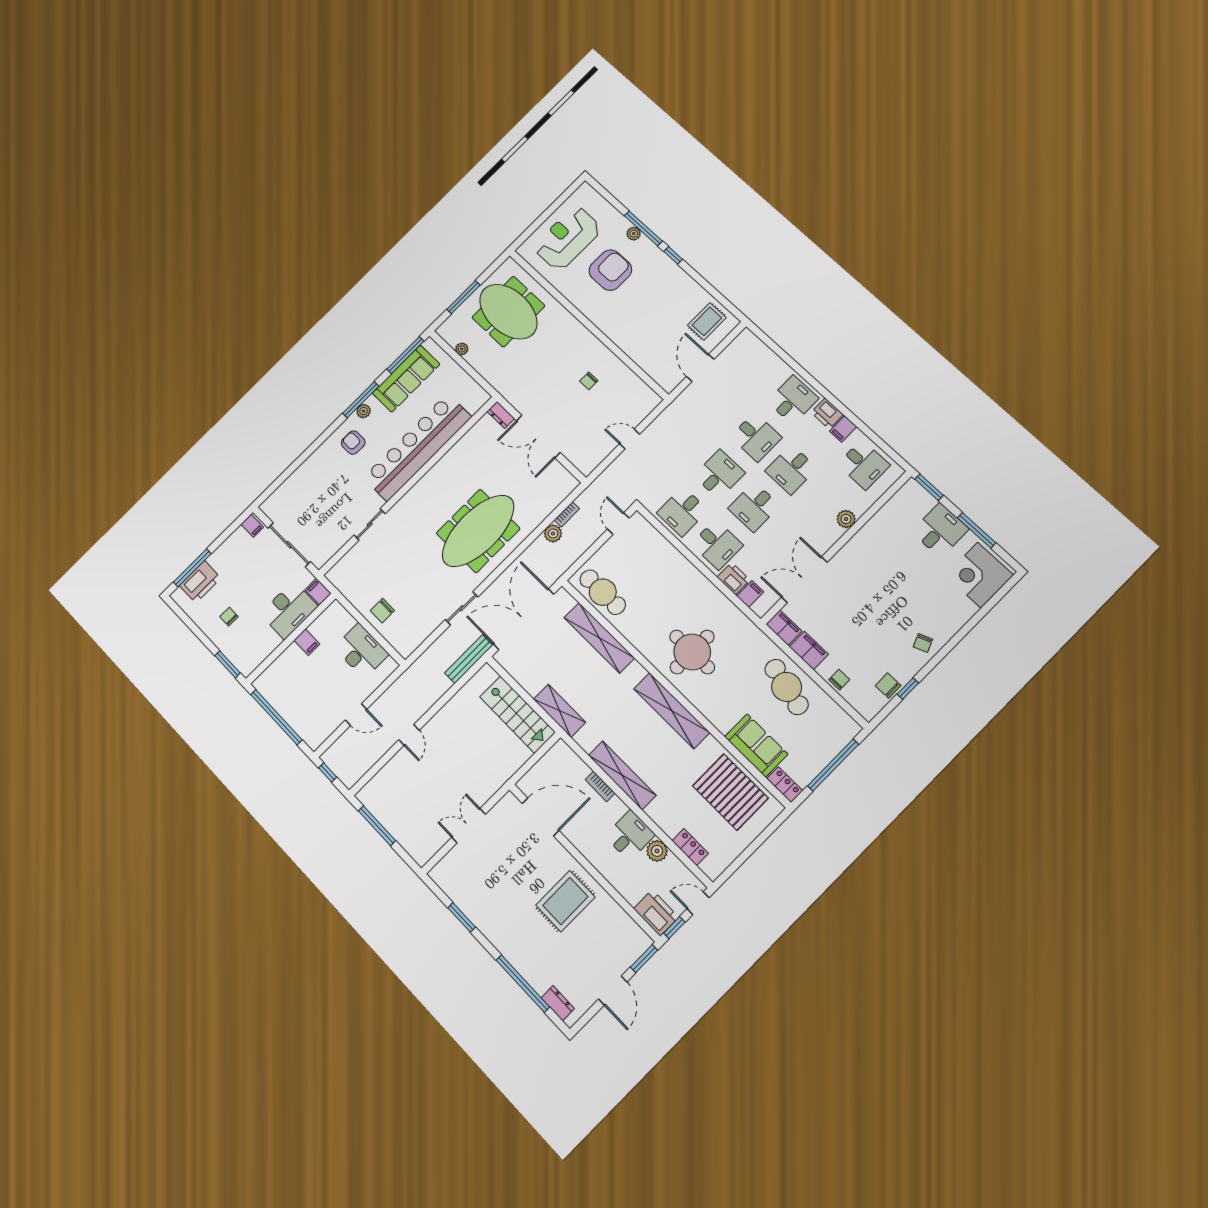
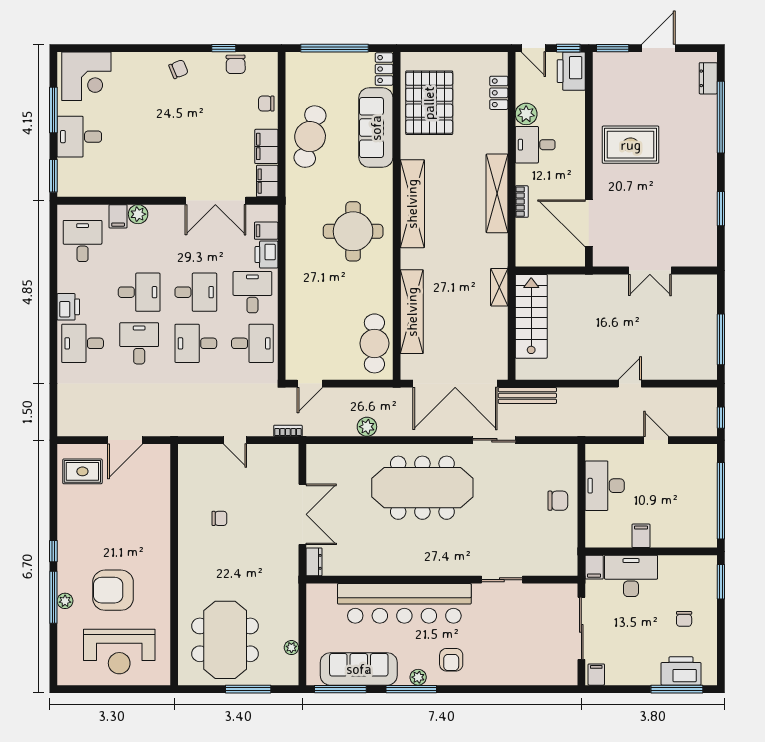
filing cabinet: (843, 429) -> (118, 216), moved, turned 90
bookcase: (567, 514) -> (288, 431), moved
shelving: (560, 711) -> (499, 287), width x0.67, depth x0.75
sofa: (756, 745) -> (376, 128), width x1.36

